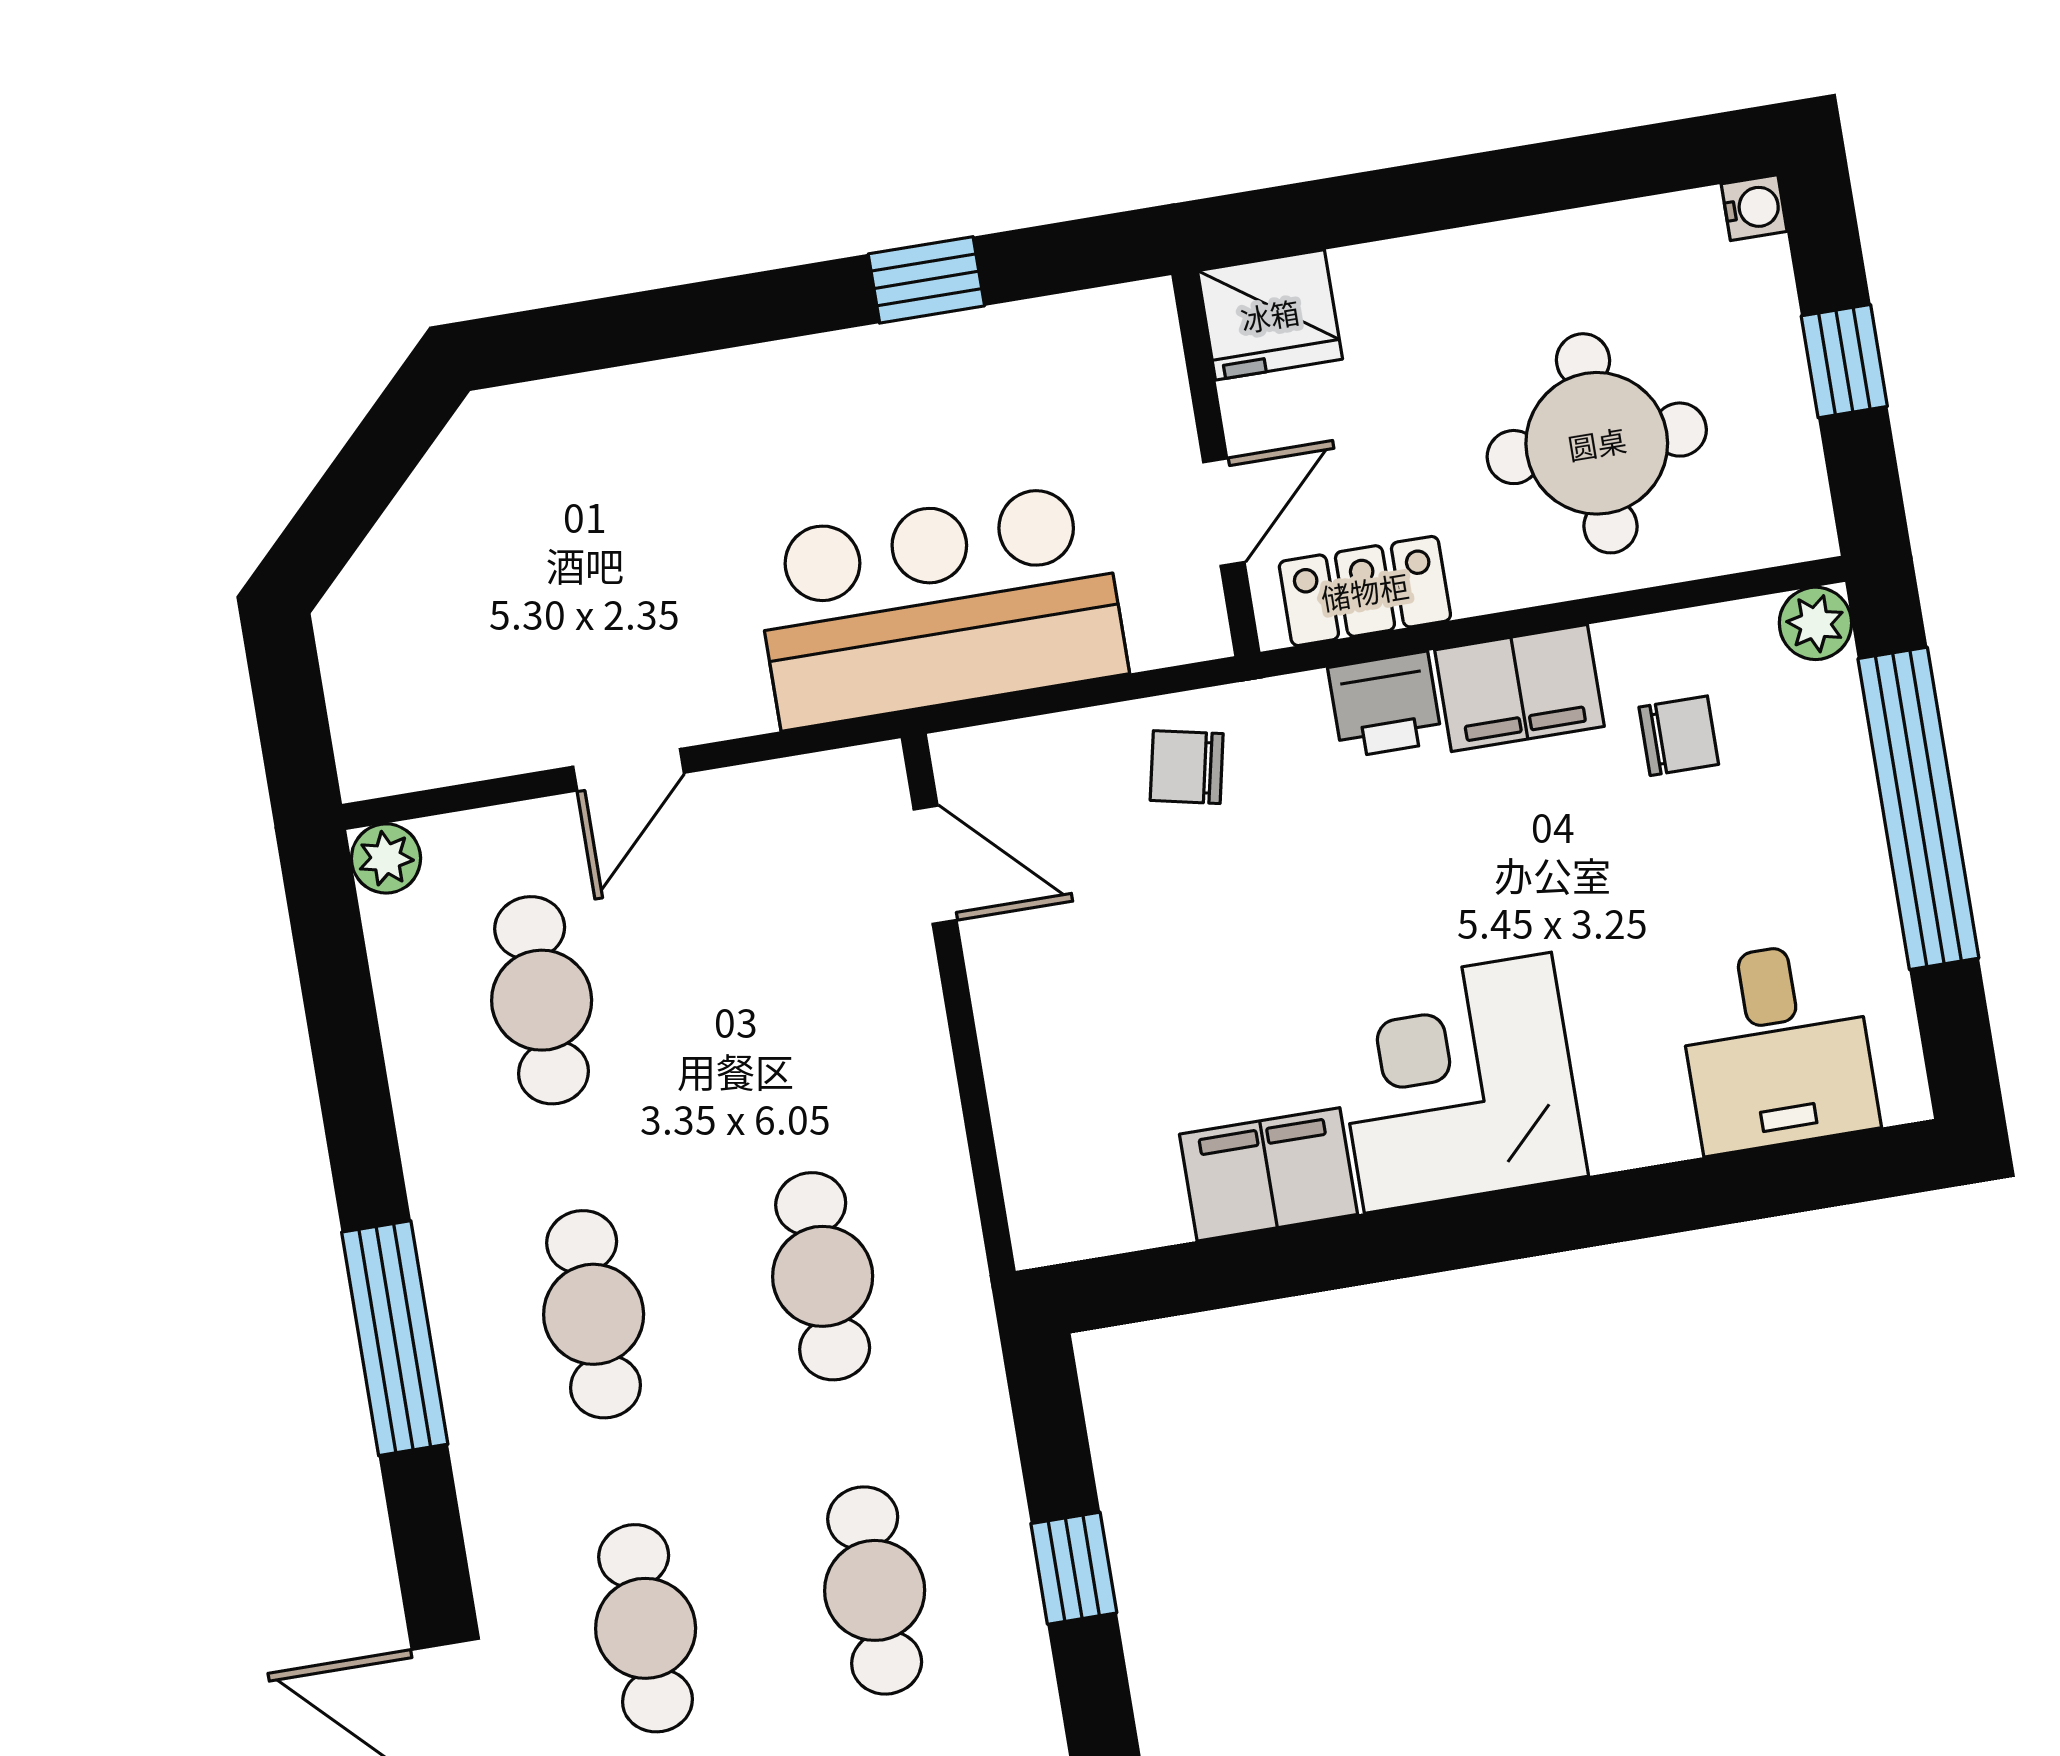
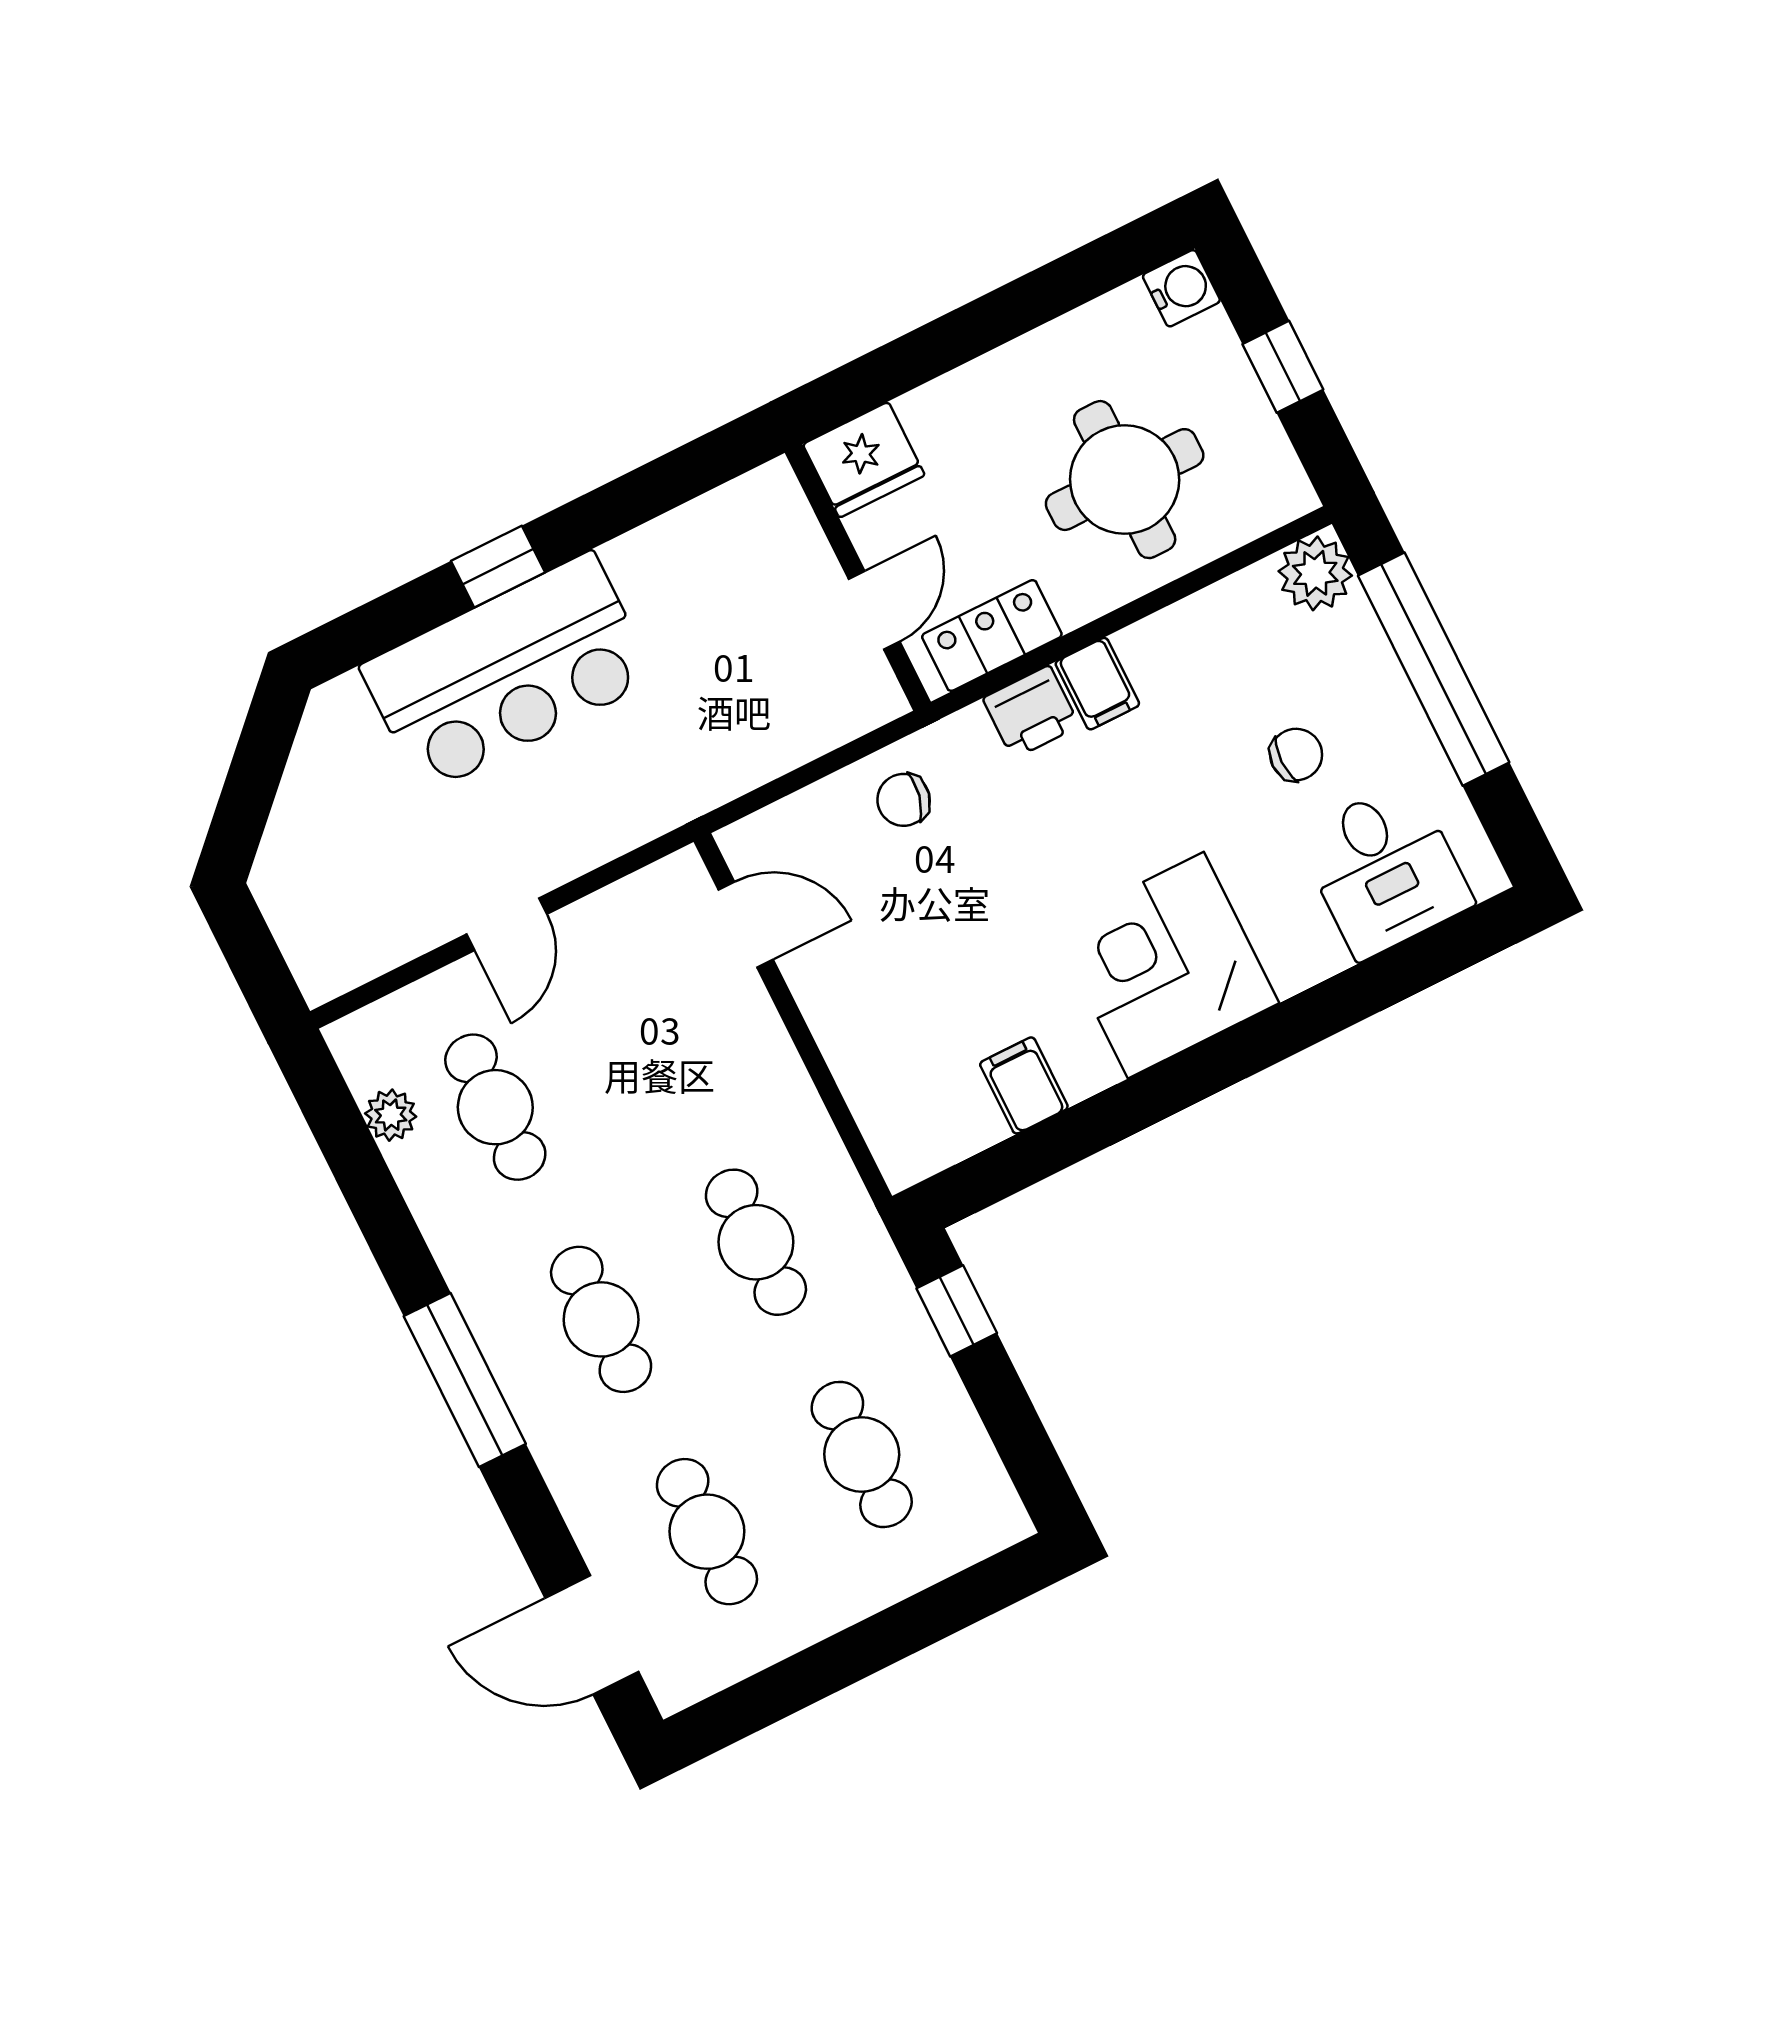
water cooler: (1754, 208) -> (1181, 288), width x1.38, depth x1.38
window: (926, 280) -> (498, 567), moved
bar counter: (939, 606) -> (508, 673), moved, turned 180
plant: (1815, 623) -> (1315, 573), width x1.38, depth x1.38
filing cabinet: (1519, 688) -> (1097, 684), width x0.50
chair: (1679, 736) -> (1296, 755), moved
plant: (386, 858) -> (391, 1115), moved
filing cabinet: (1269, 1174) -> (1024, 1085), width x0.50
window: (1074, 1568) -> (957, 1311), moved

